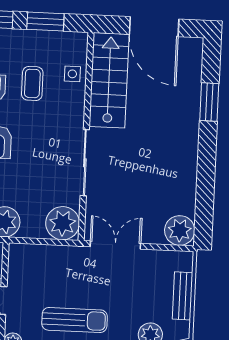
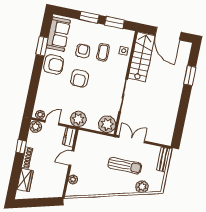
plant: (180, 230) -> (165, 137), removed
bench: (182, 296) -> (163, 159), moved
sun lounger: (75, 320) -> (125, 166), moved

